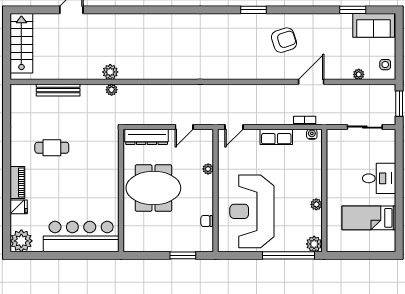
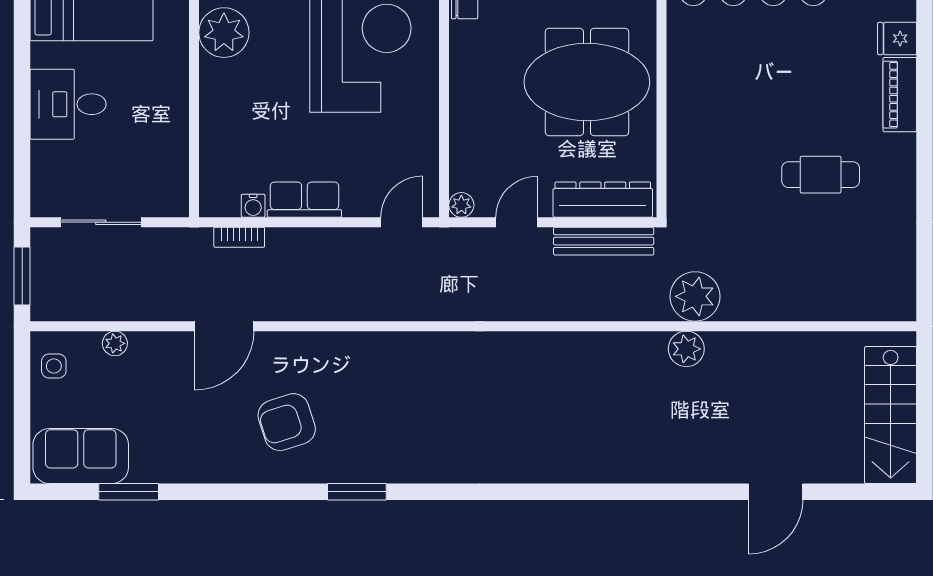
bench: (58, 90) -> (604, 241), moved
plant: (112, 90) -> (695, 296), width x1.87, depth x1.87
water cooler: (312, 134) -> (253, 206), moved
plant: (208, 169) -> (461, 205), moved
plant: (316, 204) -> (224, 33), width x1.88, depth x1.88

